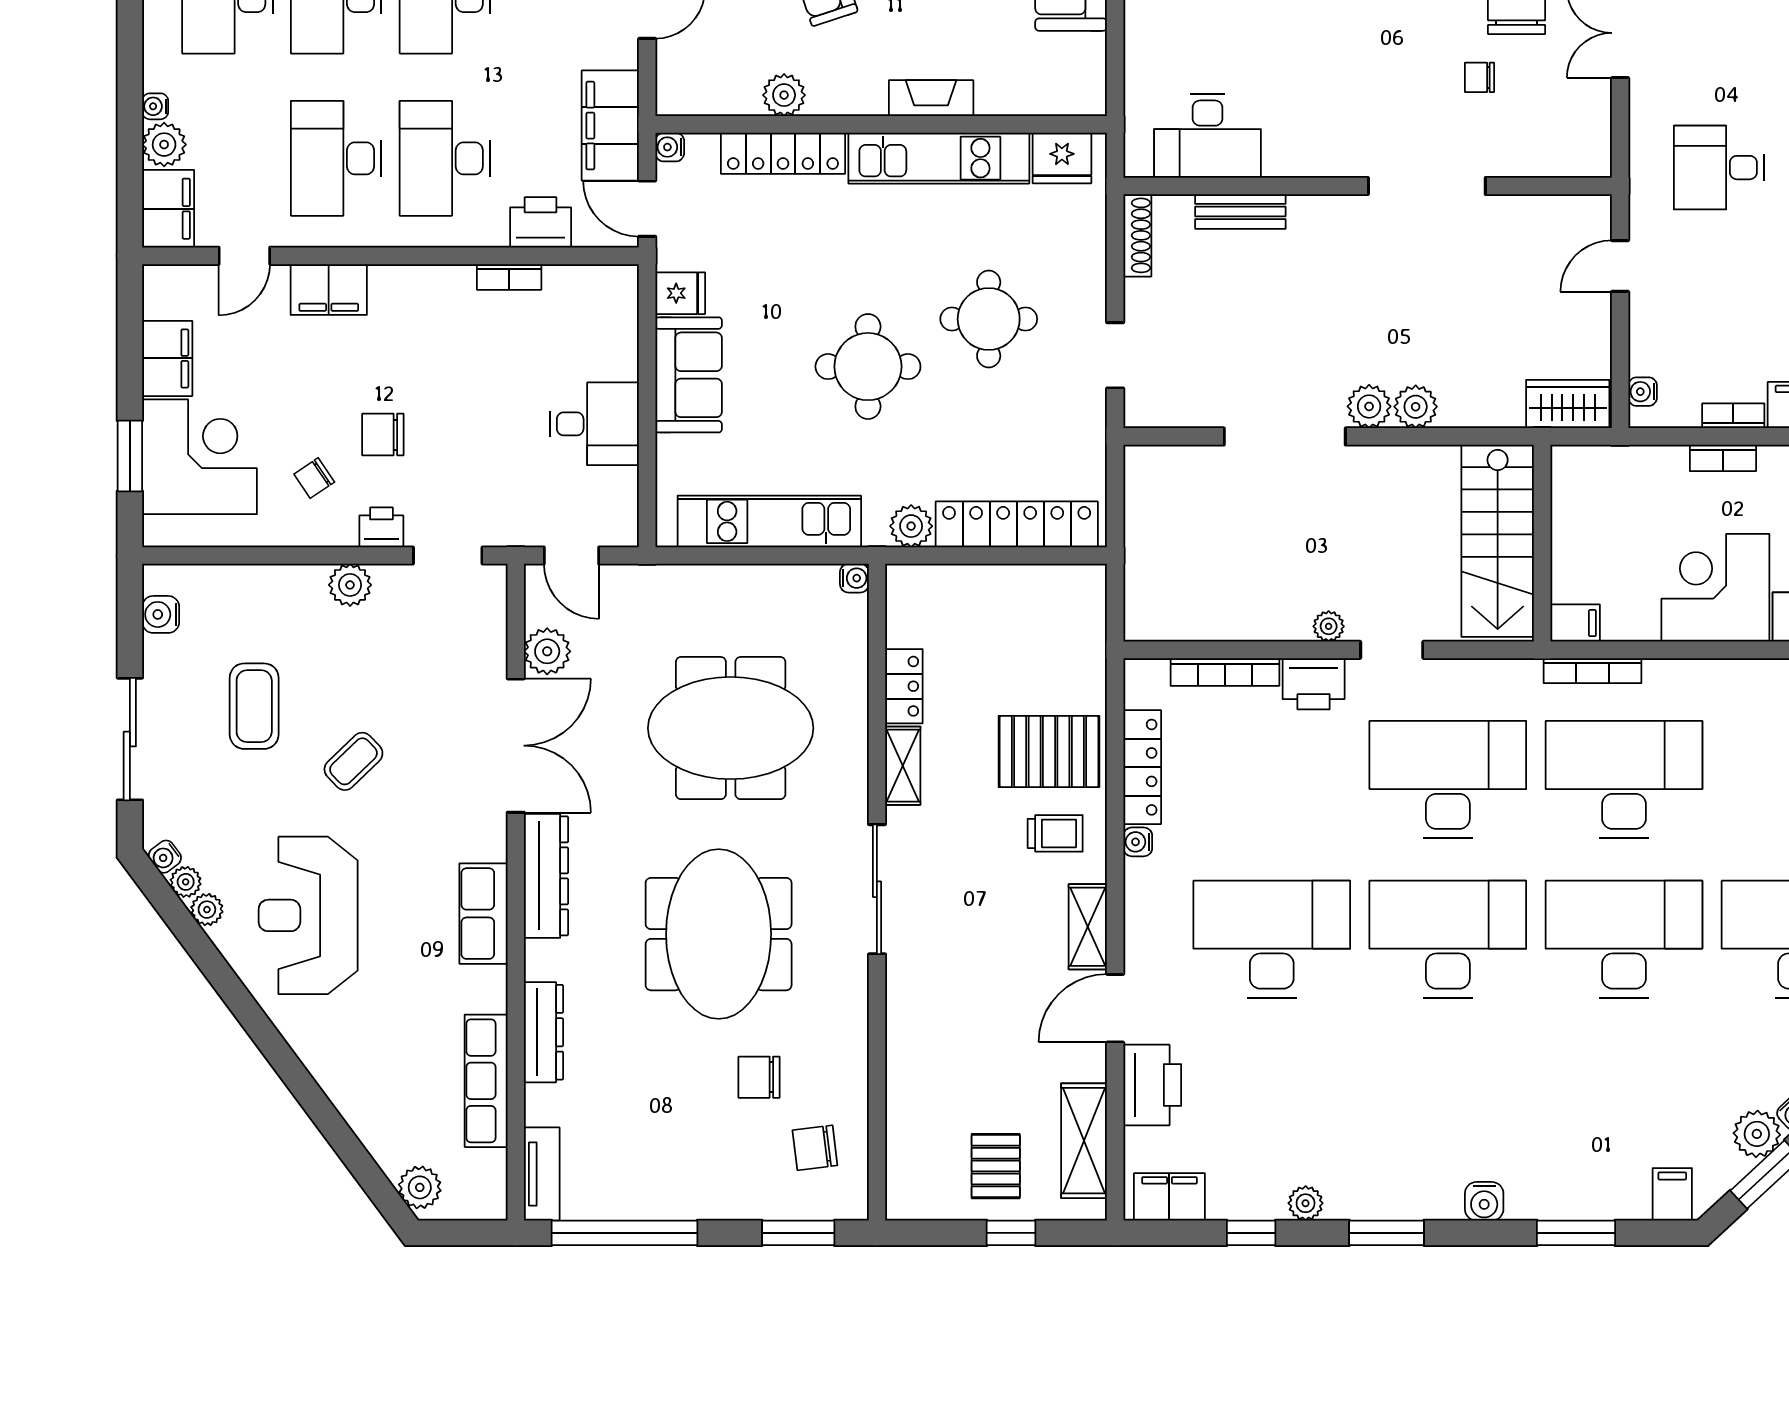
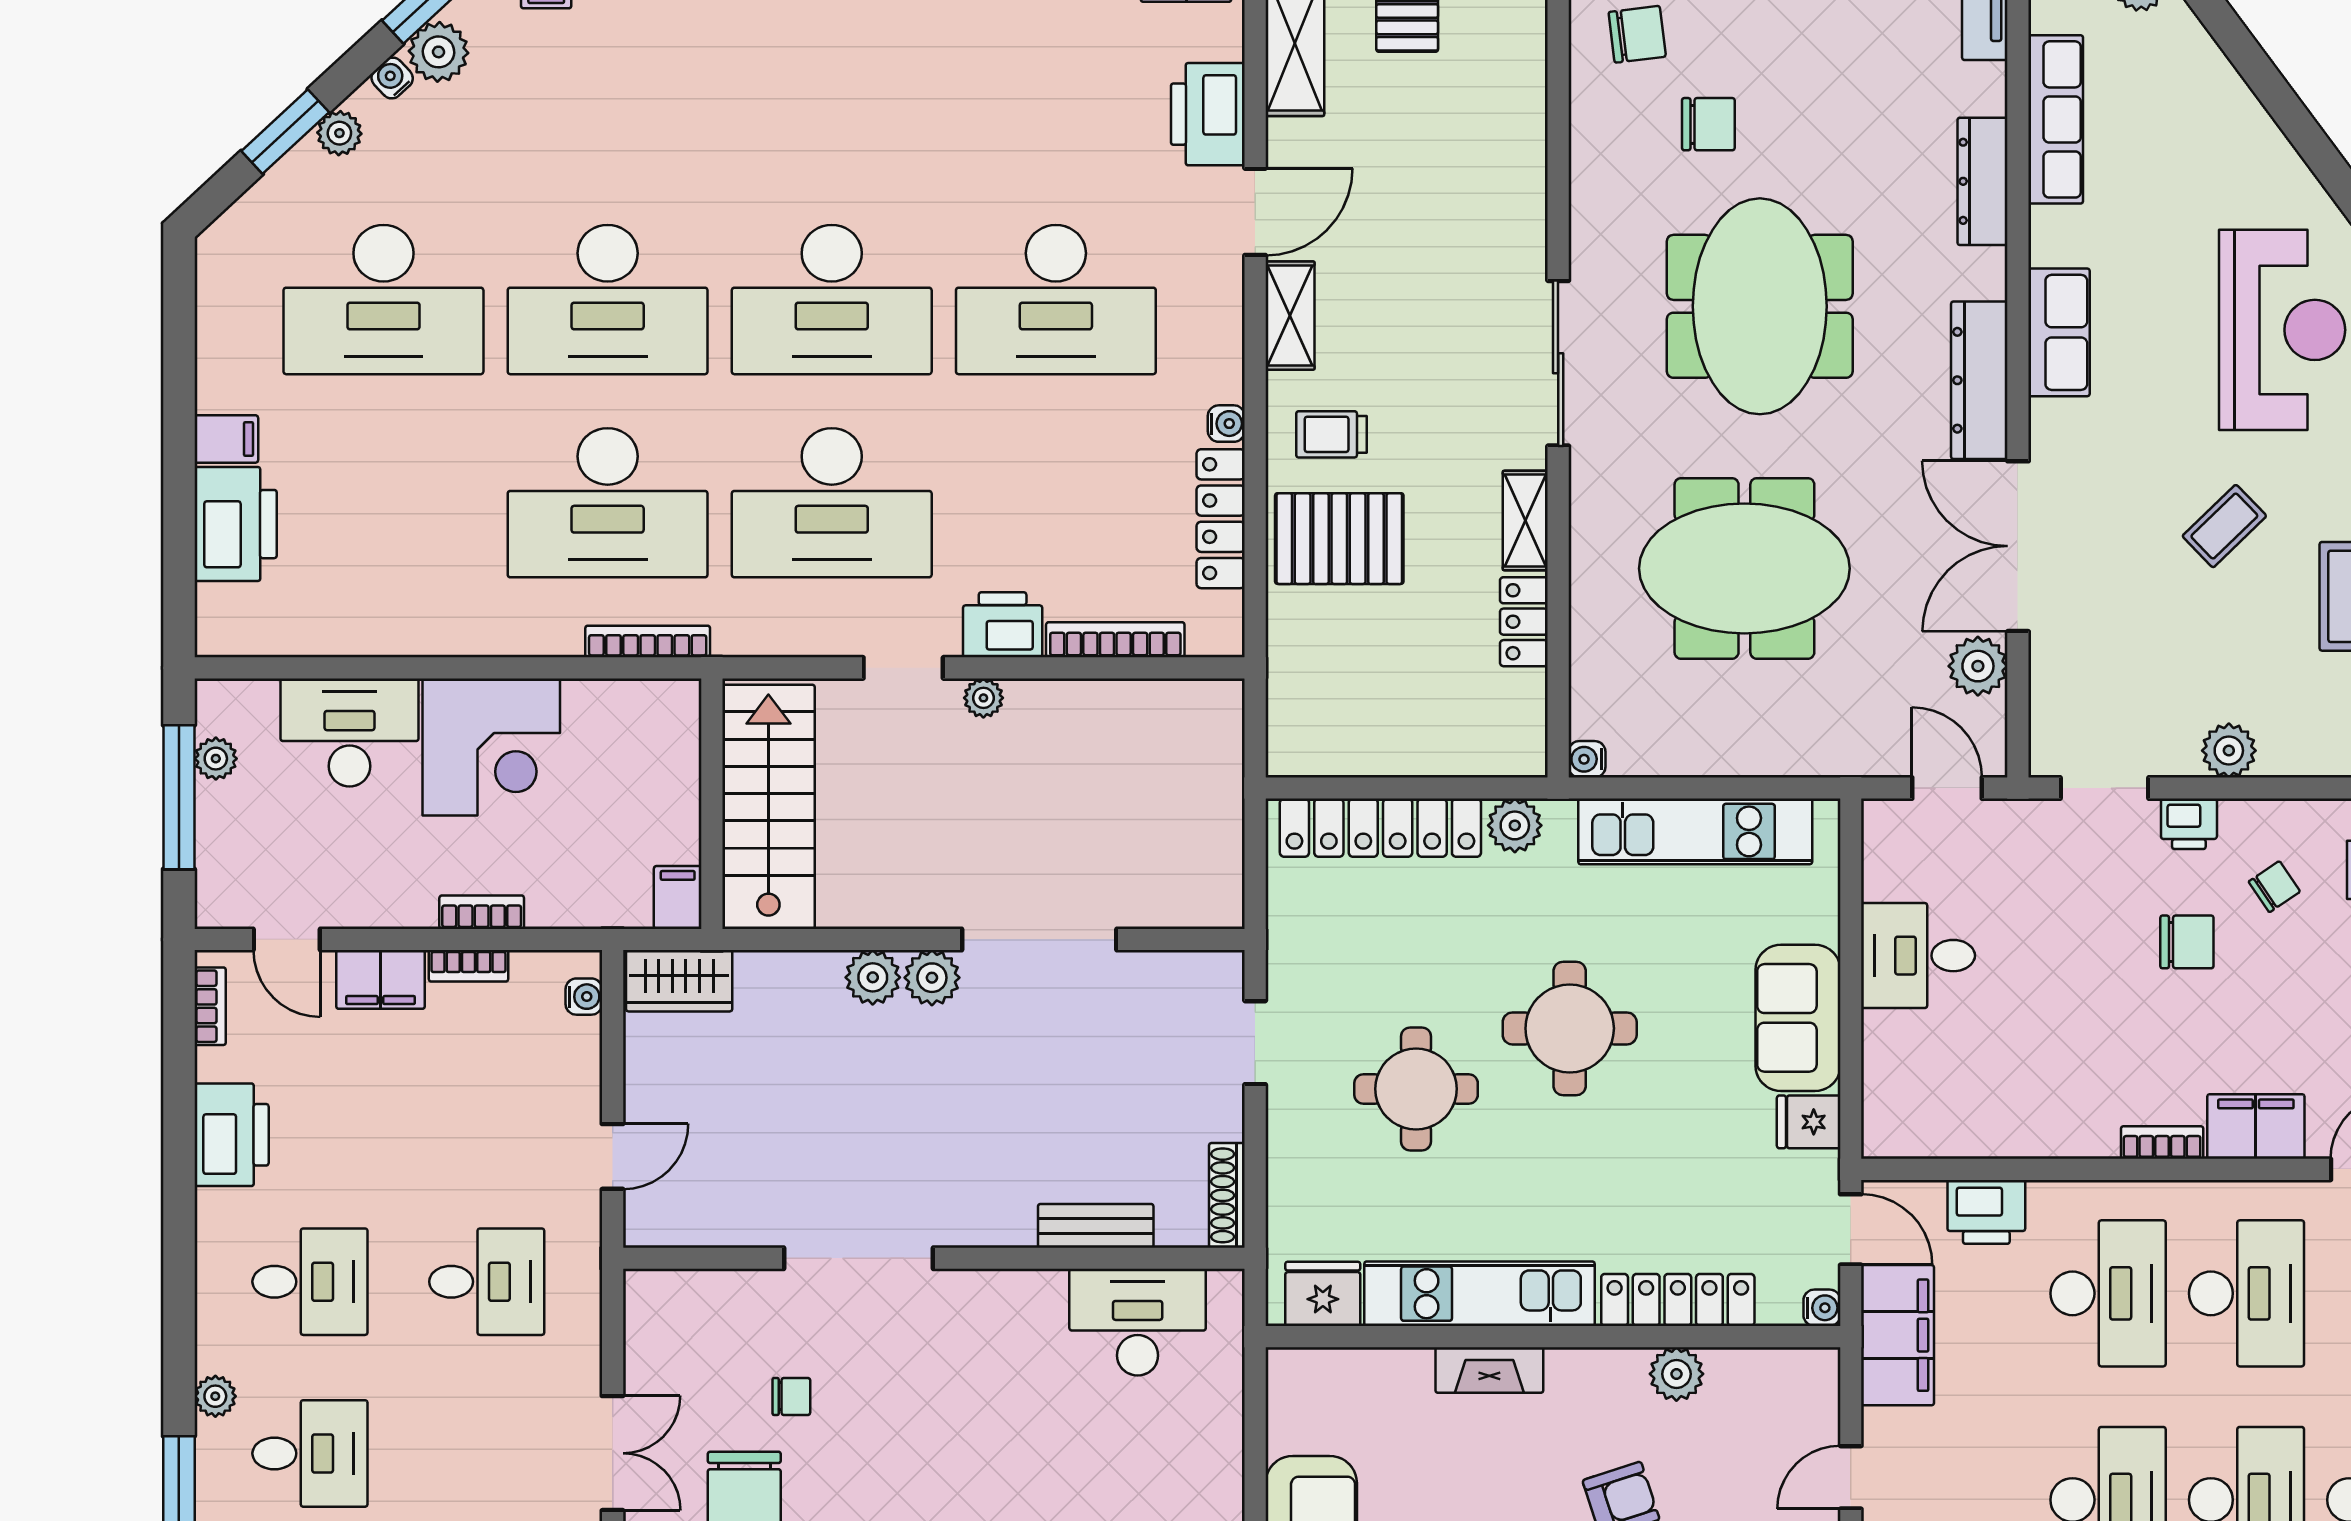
bookcase: (509, 277) -> (2162, 1143), moved
filing cabinet: (1575, 623) -> (678, 898), moved, turned 90

